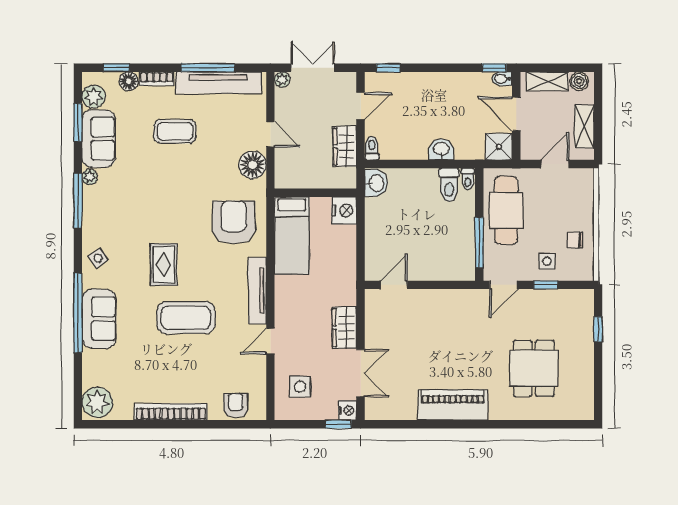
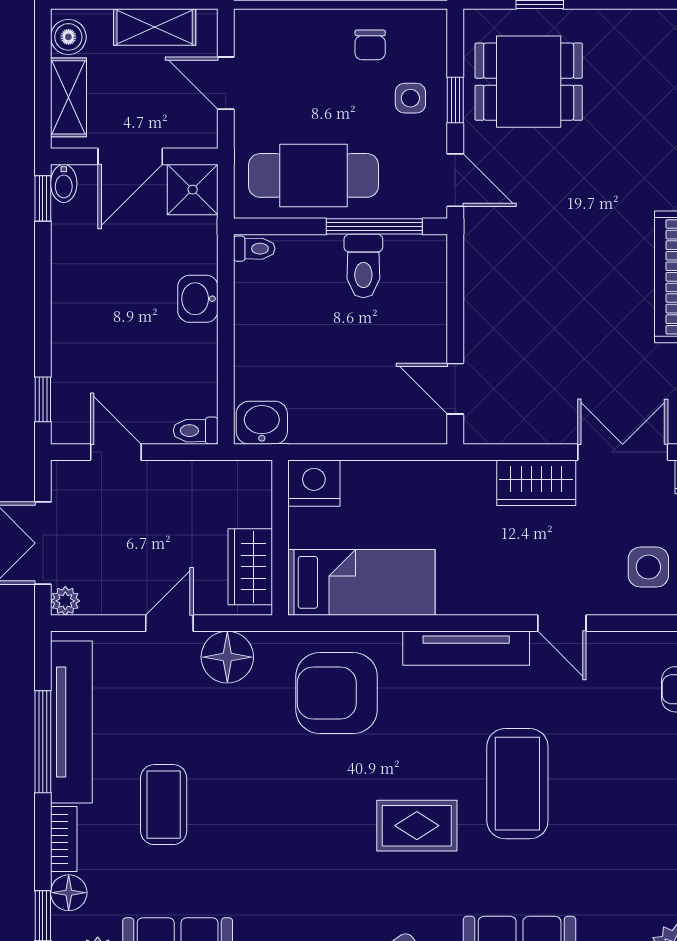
wardrobe: (345, 146) -> (250, 567), moved, turned 90
toilet: (449, 185) -> (363, 266), moved, turned 90
dining table: (534, 368) -> (529, 82), moved

